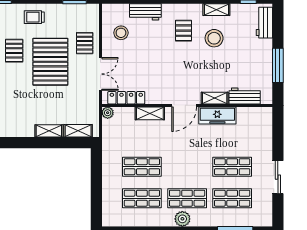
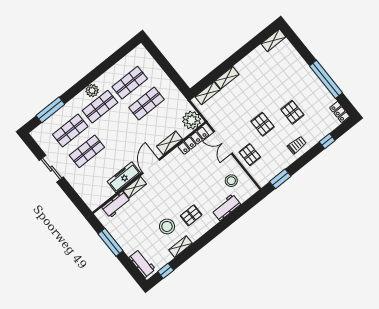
pallet: (184, 31) -> (191, 215), turned 90
pallet: (50, 62) -> (263, 124), width x0.49, depth x0.50
plant: (108, 113) -> (192, 120), width x1.87, depth x1.87

